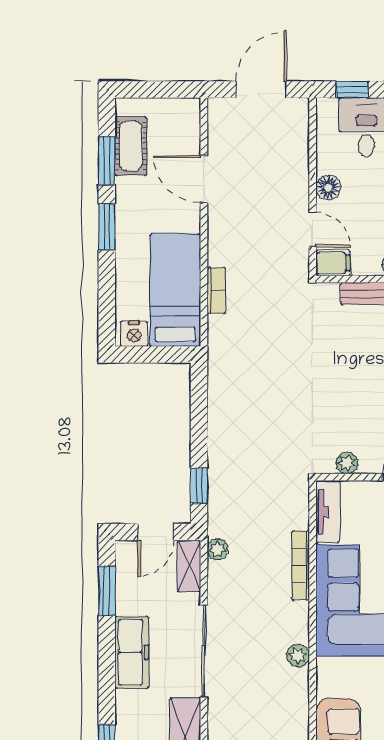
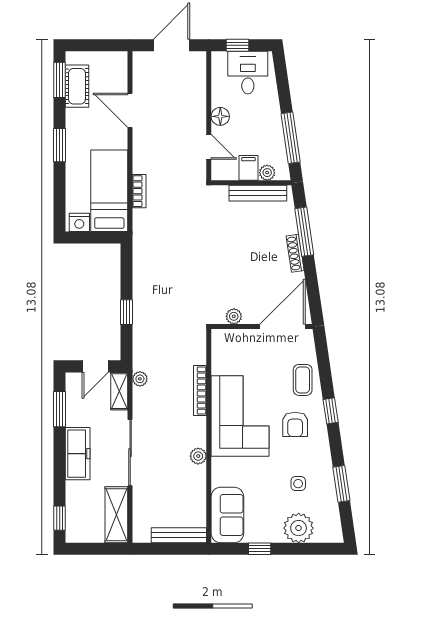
window: (107, 161) -> (60, 80), moved
filing cabinet: (333, 263) -> (248, 168), moved, turned -90
window: (199, 486) -> (126, 312), moved
tv unit: (328, 512) -> (220, 352), removed

